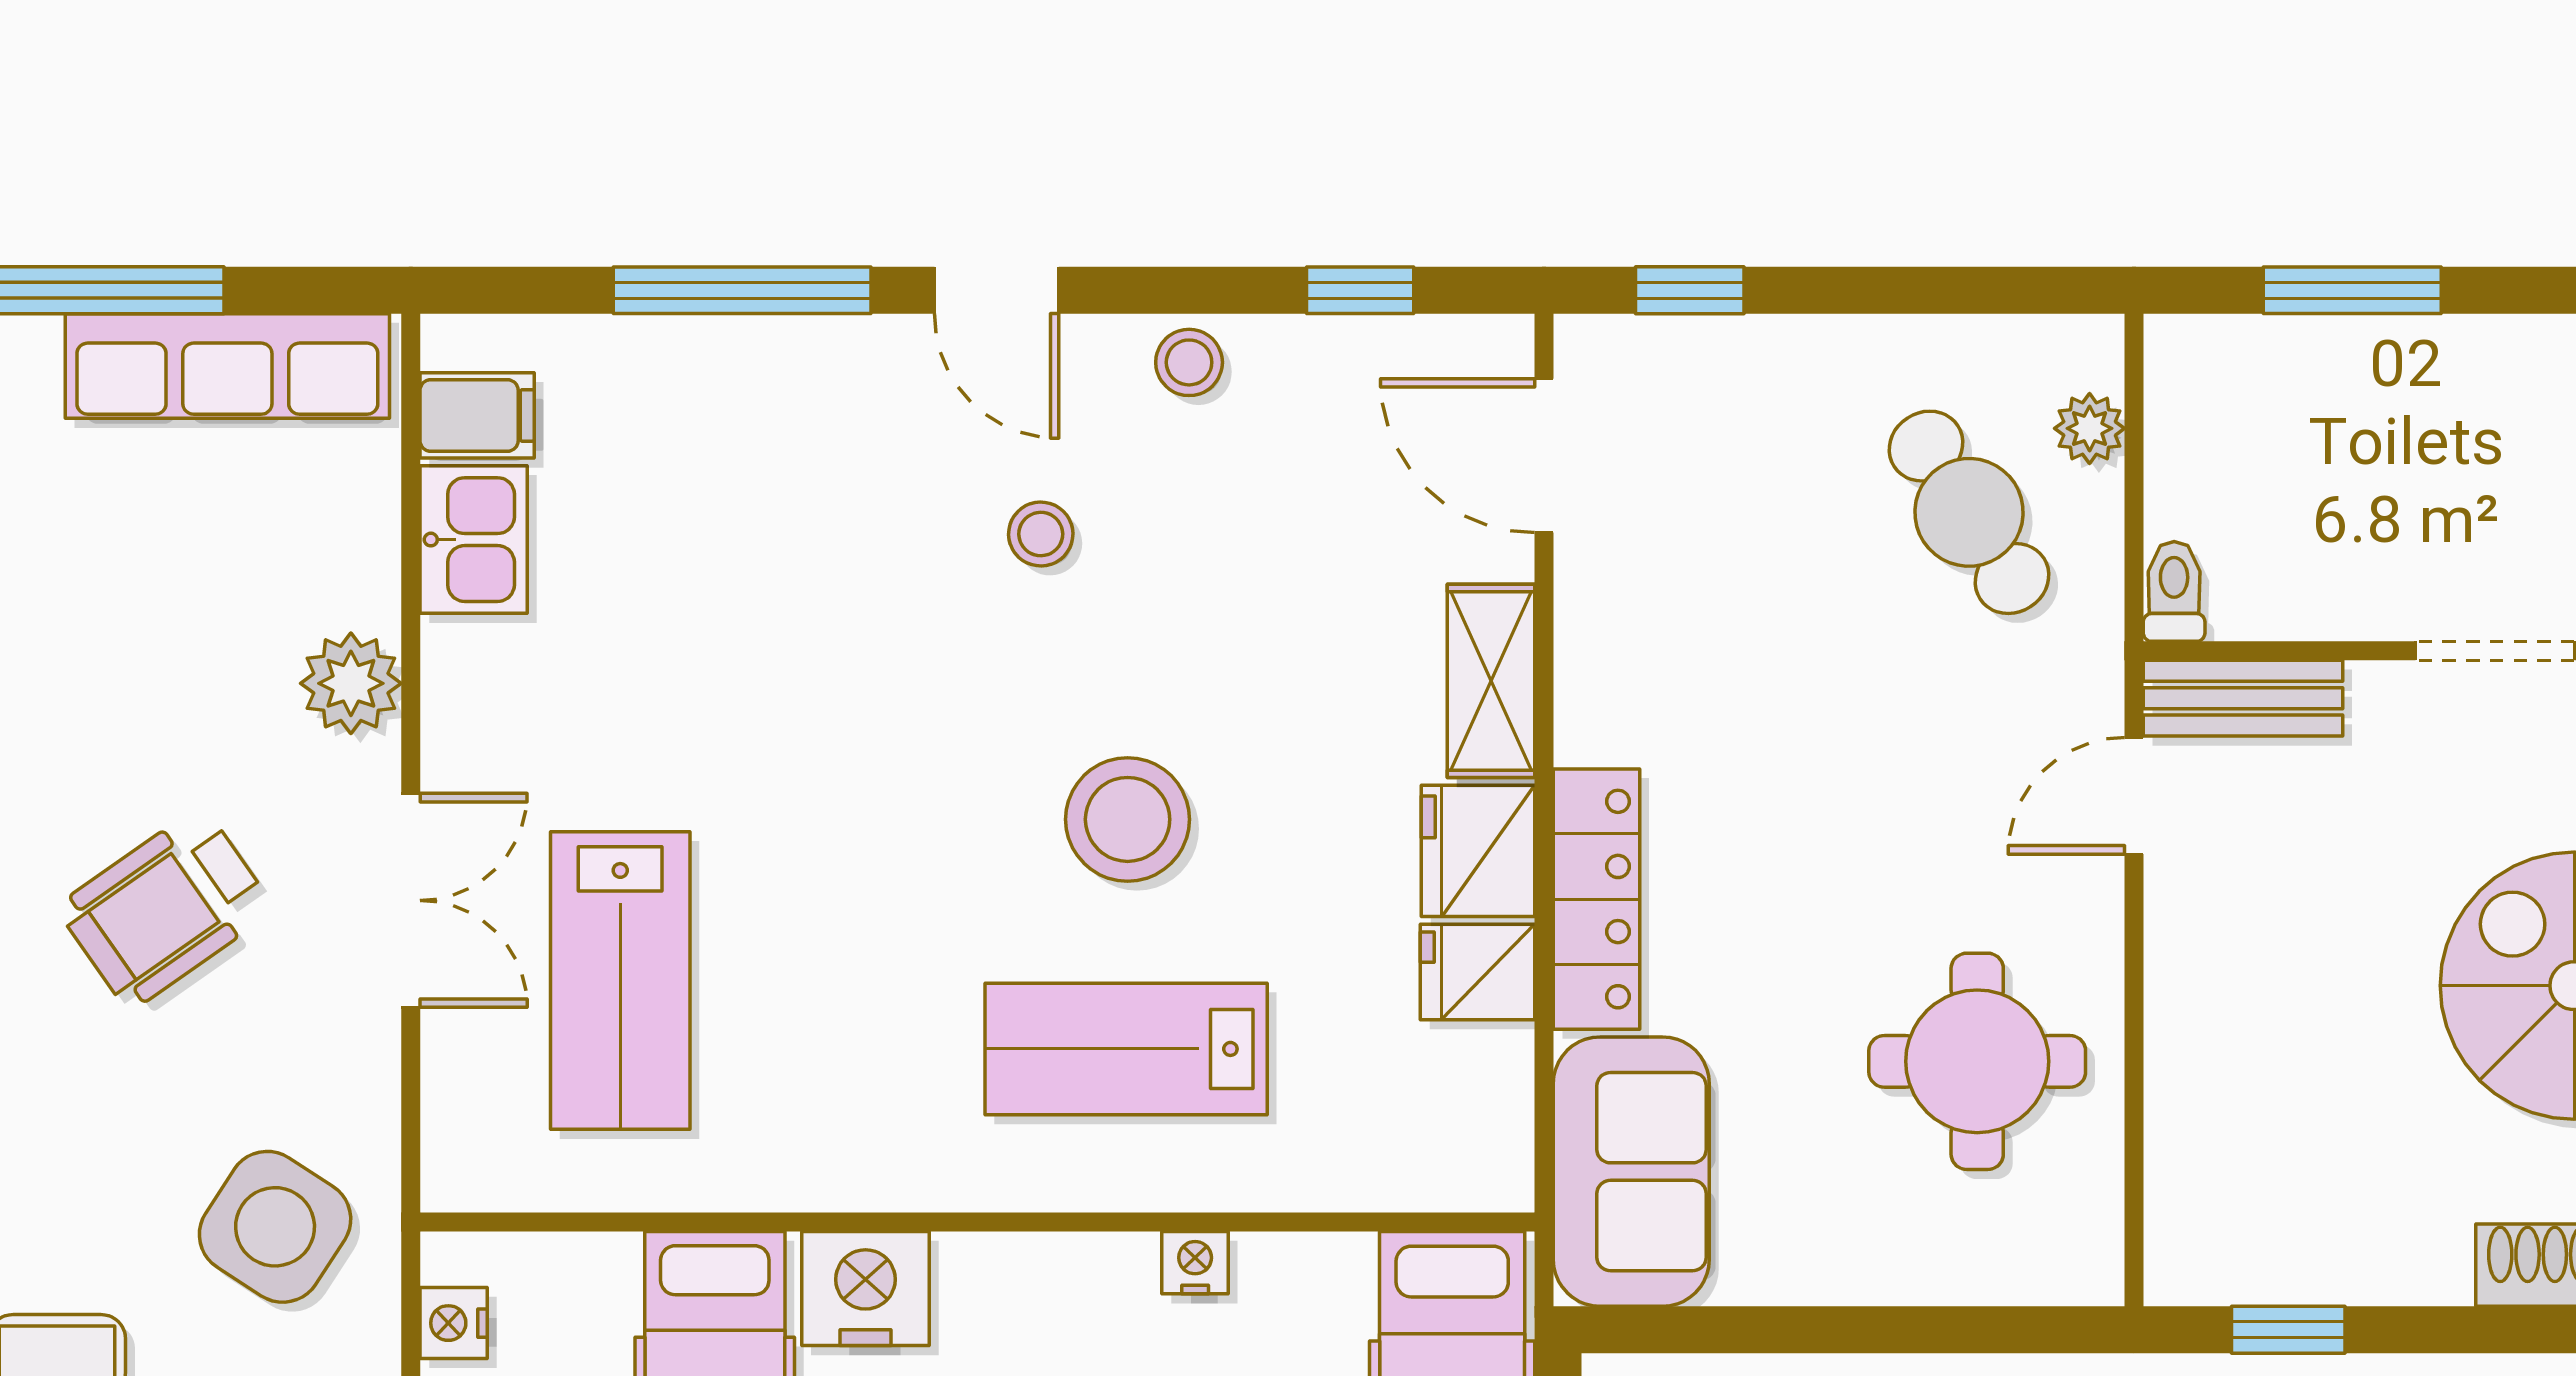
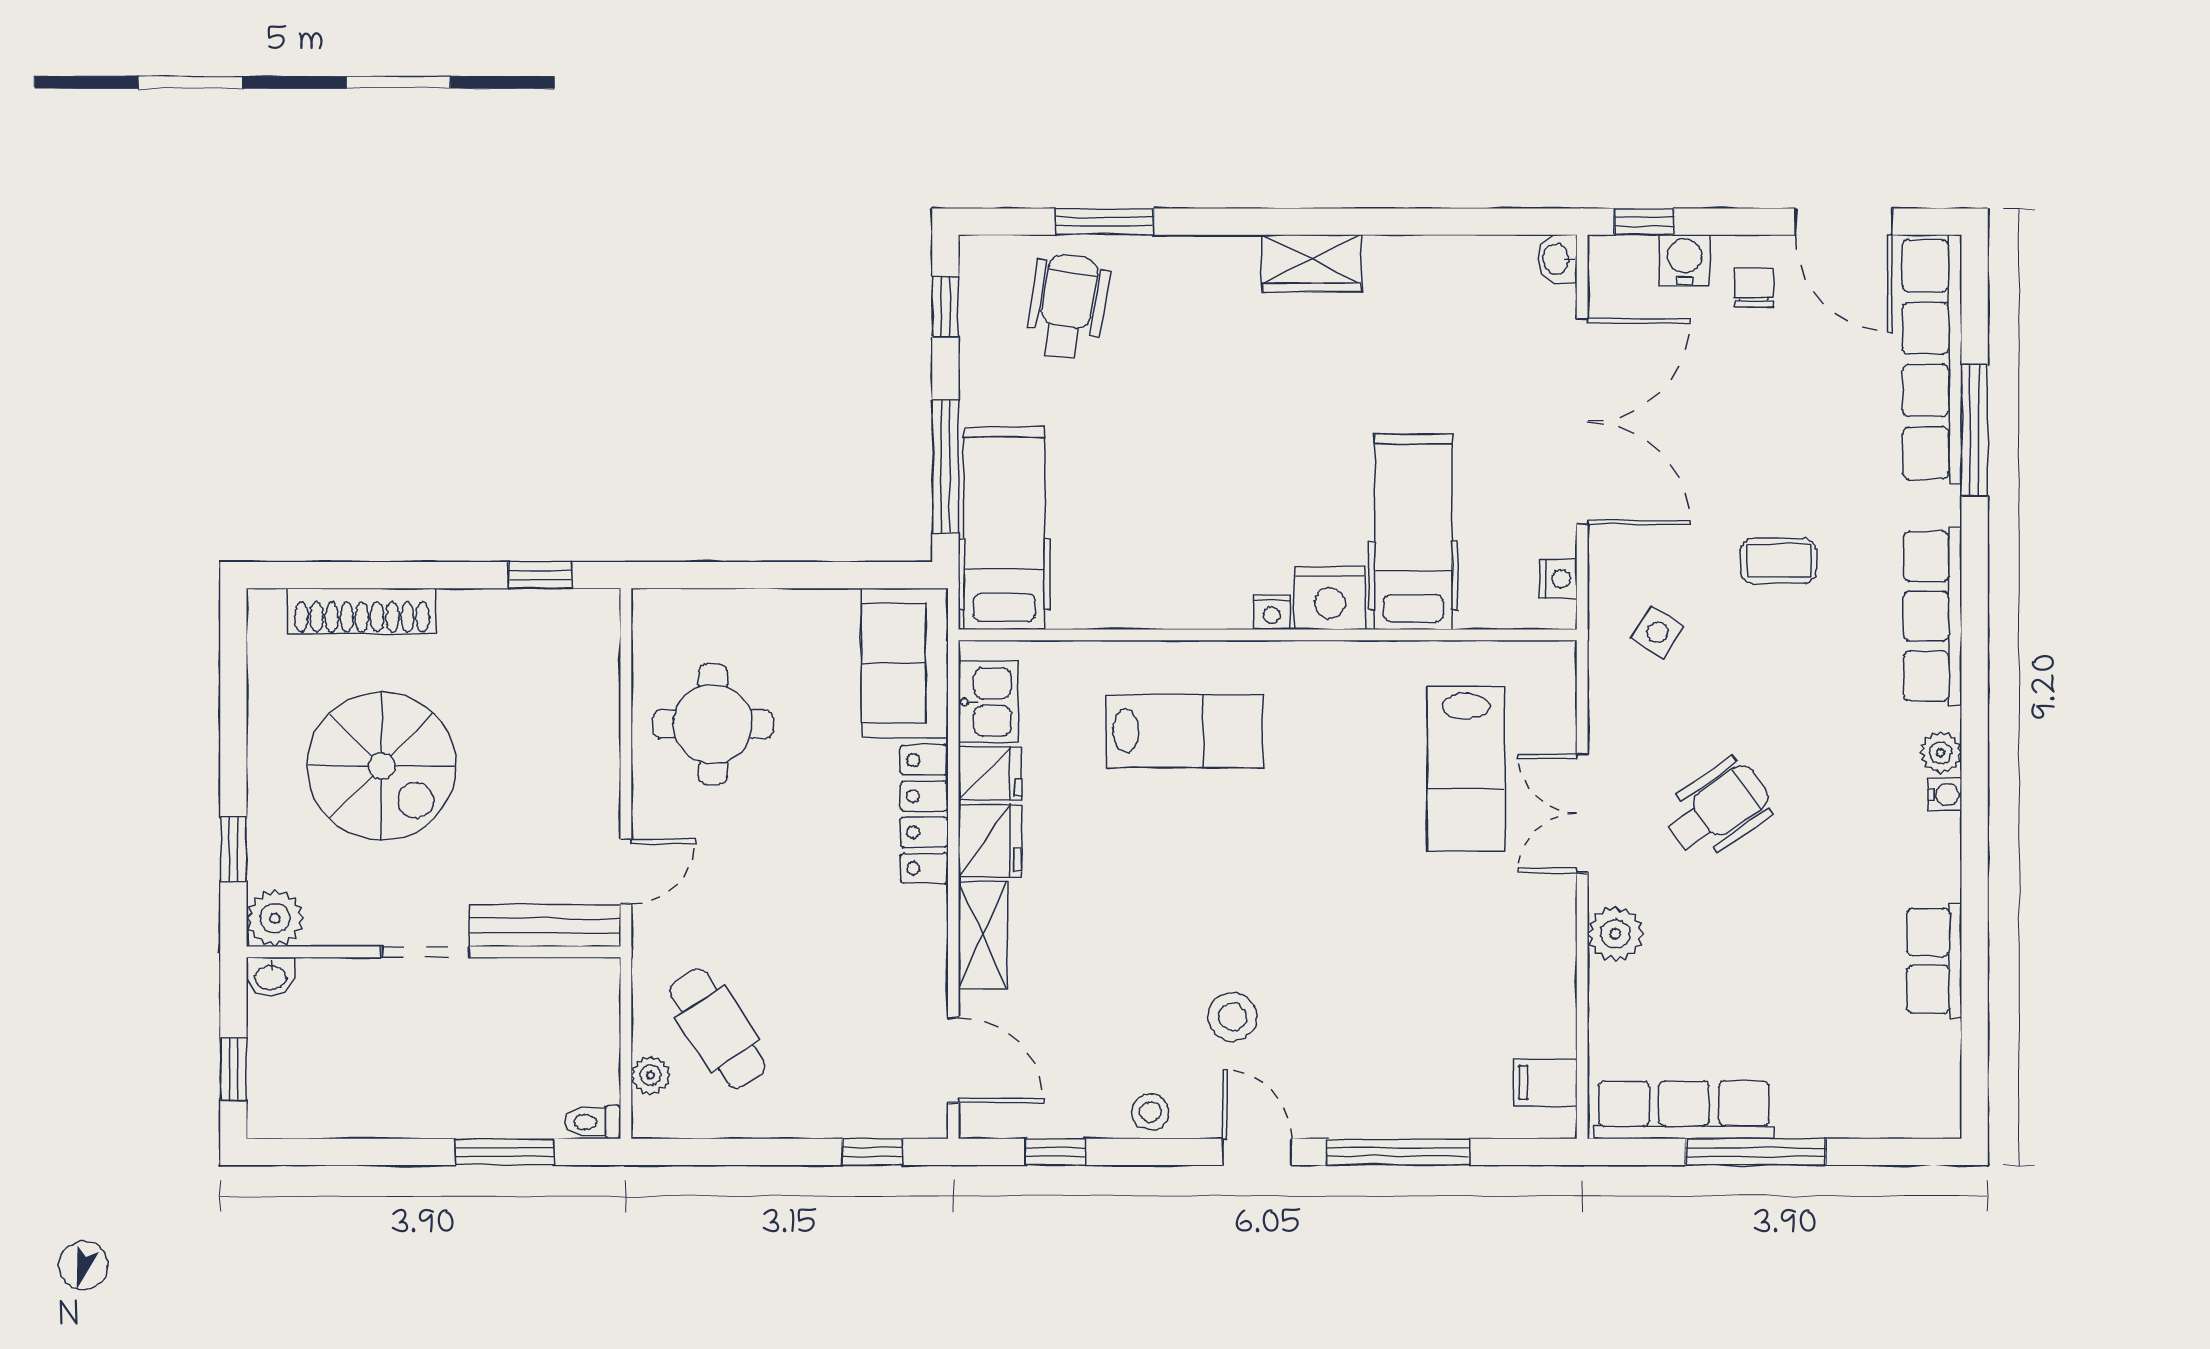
stool: (1041, 534) -> (1233, 1017), width x1.37, depth x1.37
kitchen sink: (474, 540) -> (988, 702), moved, turned 180
toilet: (2174, 591) -> (593, 1122), moved, turned 90
bench: (2243, 698) -> (545, 926), width x1.36
stool: (1128, 819) -> (1184, 858), removed
lab bench: (620, 981) -> (1466, 769), turned 180
side table: (275, 1227) -> (1657, 632), width x0.54, depth x0.54
nightstand: (1195, 1263) -> (1272, 612), moved

